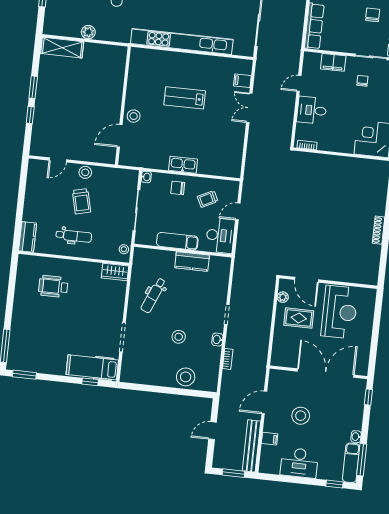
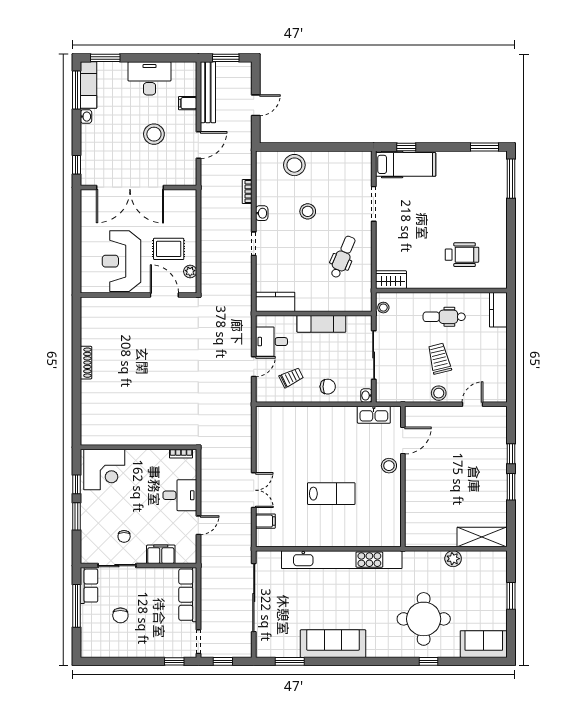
kitchen sink: (183, 165) -> (374, 415), moved
desk: (220, 235) -> (271, 342), width x0.73
kitchen counter: (192, 261) -> (275, 302), moved
window: (335, 484) -> (105, 58), width x1.50

